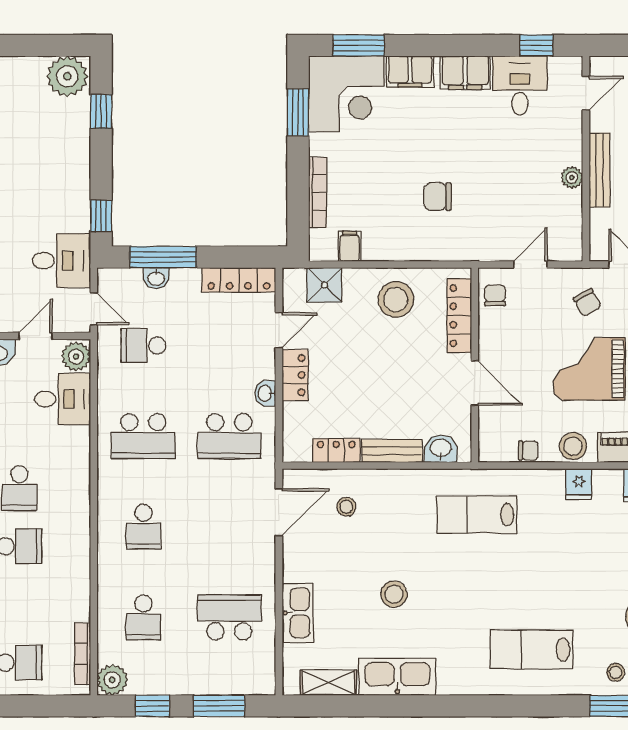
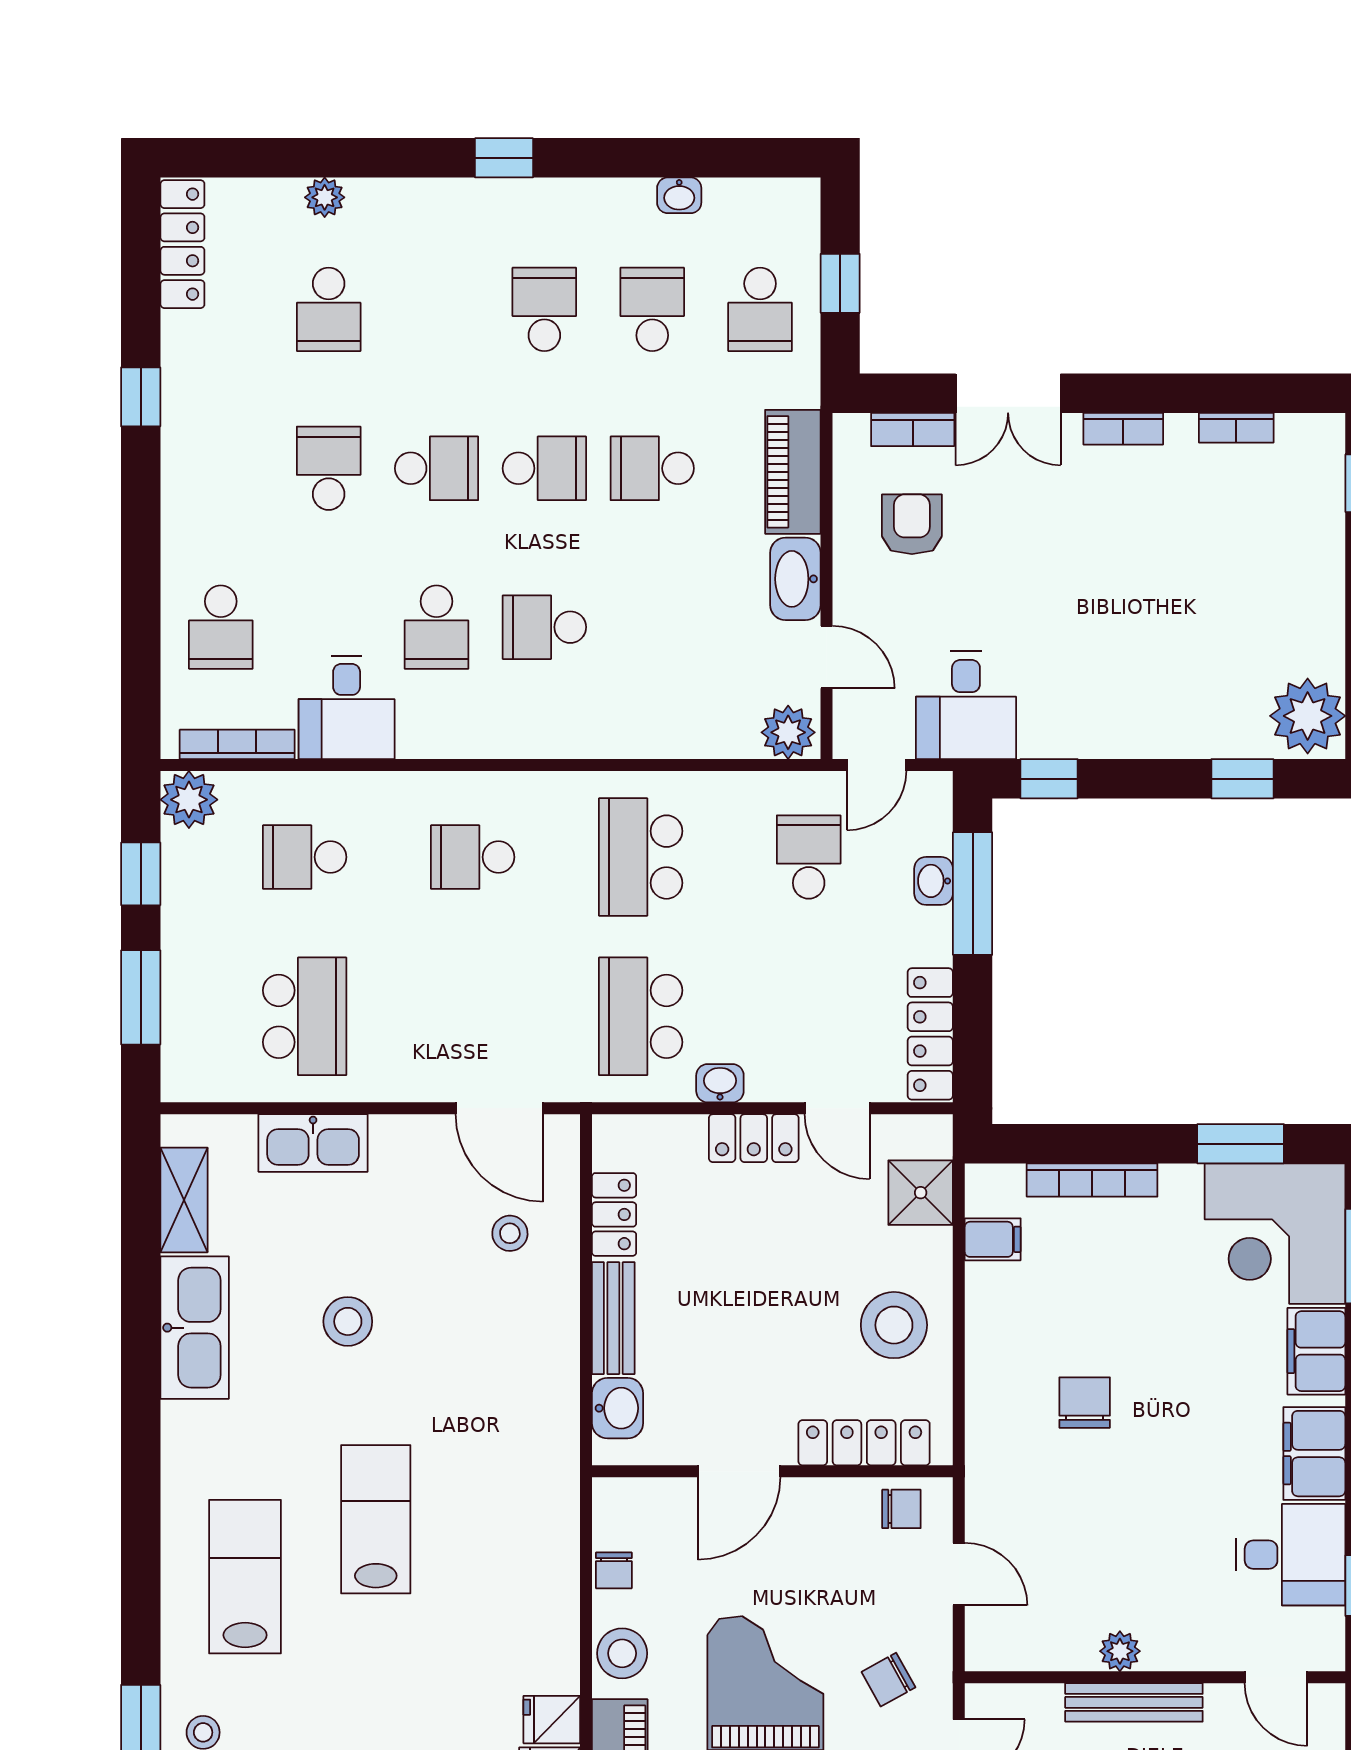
desk: (63, 399) -> (347, 707), moved
fridge: (579, 484) -> (552, 1720), moved
lab bench: (477, 515) -> (376, 1519), moved

